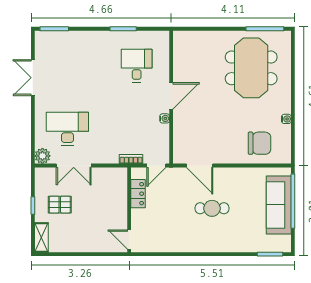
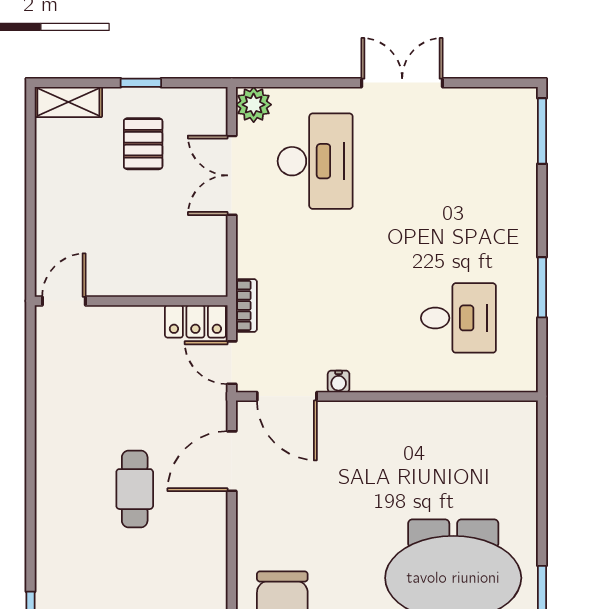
double door: (33, 78) -> (402, 83), moved
door: (171, 96) -> (287, 396), moved
locker: (138, 194) -> (195, 321), moved

